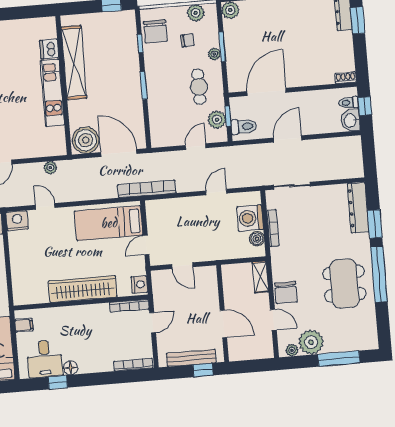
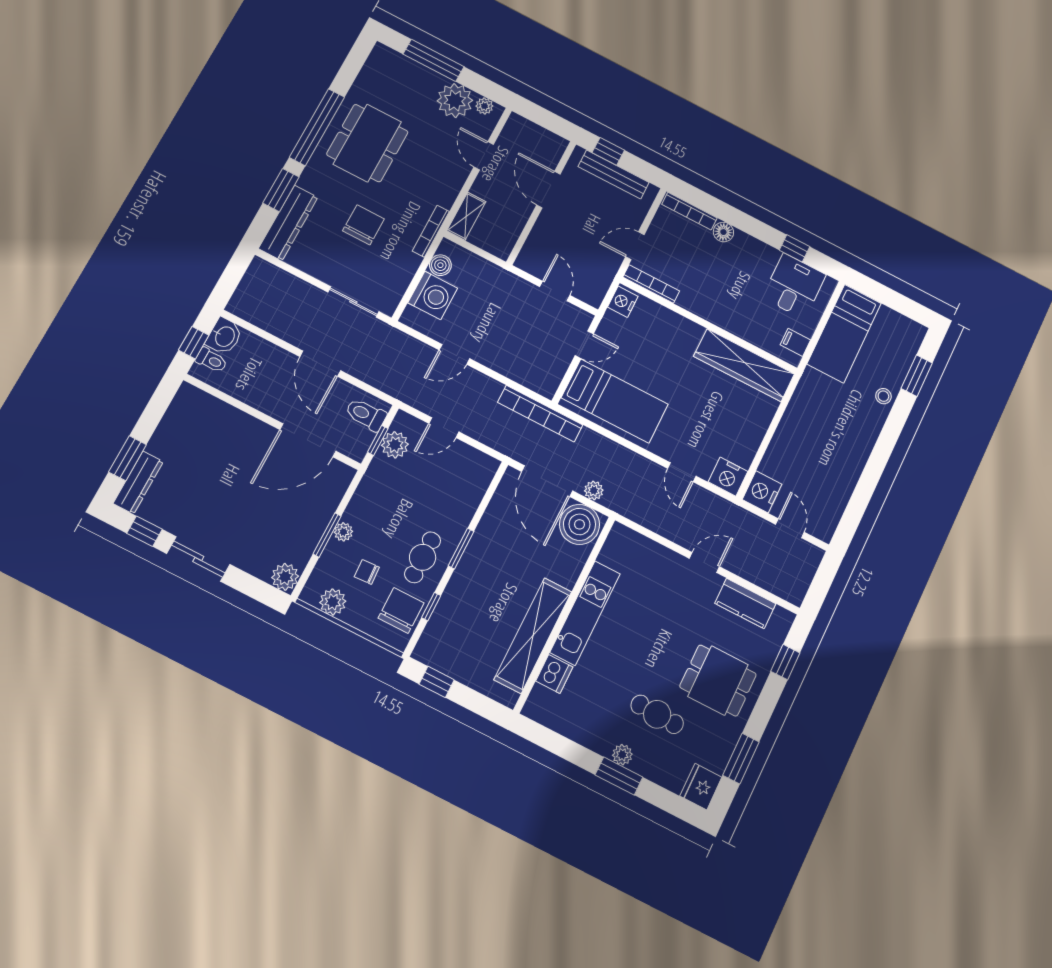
shoe rack: (346, 78) -> (194, 394), removed
cafe table: (199, 87) -> (423, 557), moved
door: (288, 139) -> (320, 364), hinge flipped
plant: (50, 168) -> (594, 490), moved
bookcase: (273, 228) -> (431, 231), moved
wardrobe: (83, 289) -> (744, 365), moved
chair: (286, 292) -> (363, 225), moved
floor lamp: (71, 368) -> (723, 232), moved

